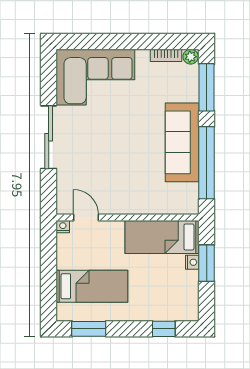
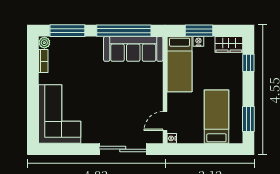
sliding door: (49, 137) -> (123, 149), moved
sofa: (182, 142) -> (133, 49), moved
wardrobe: (188, 303) -> (229, 44), added

